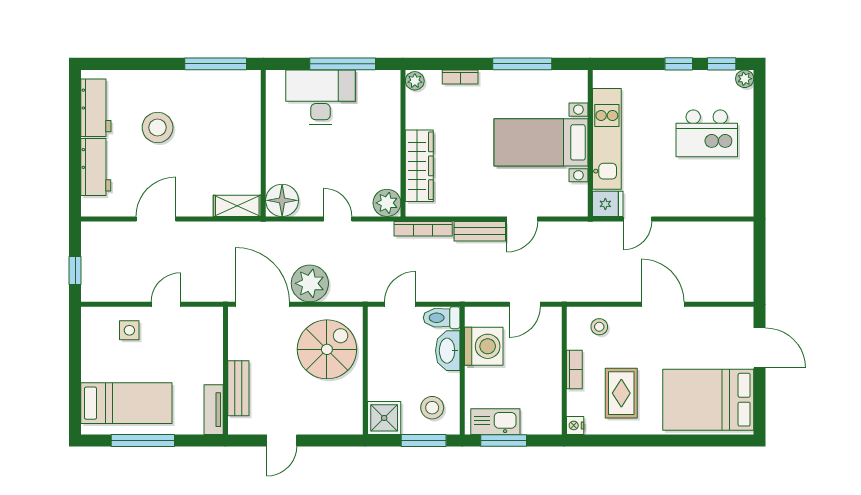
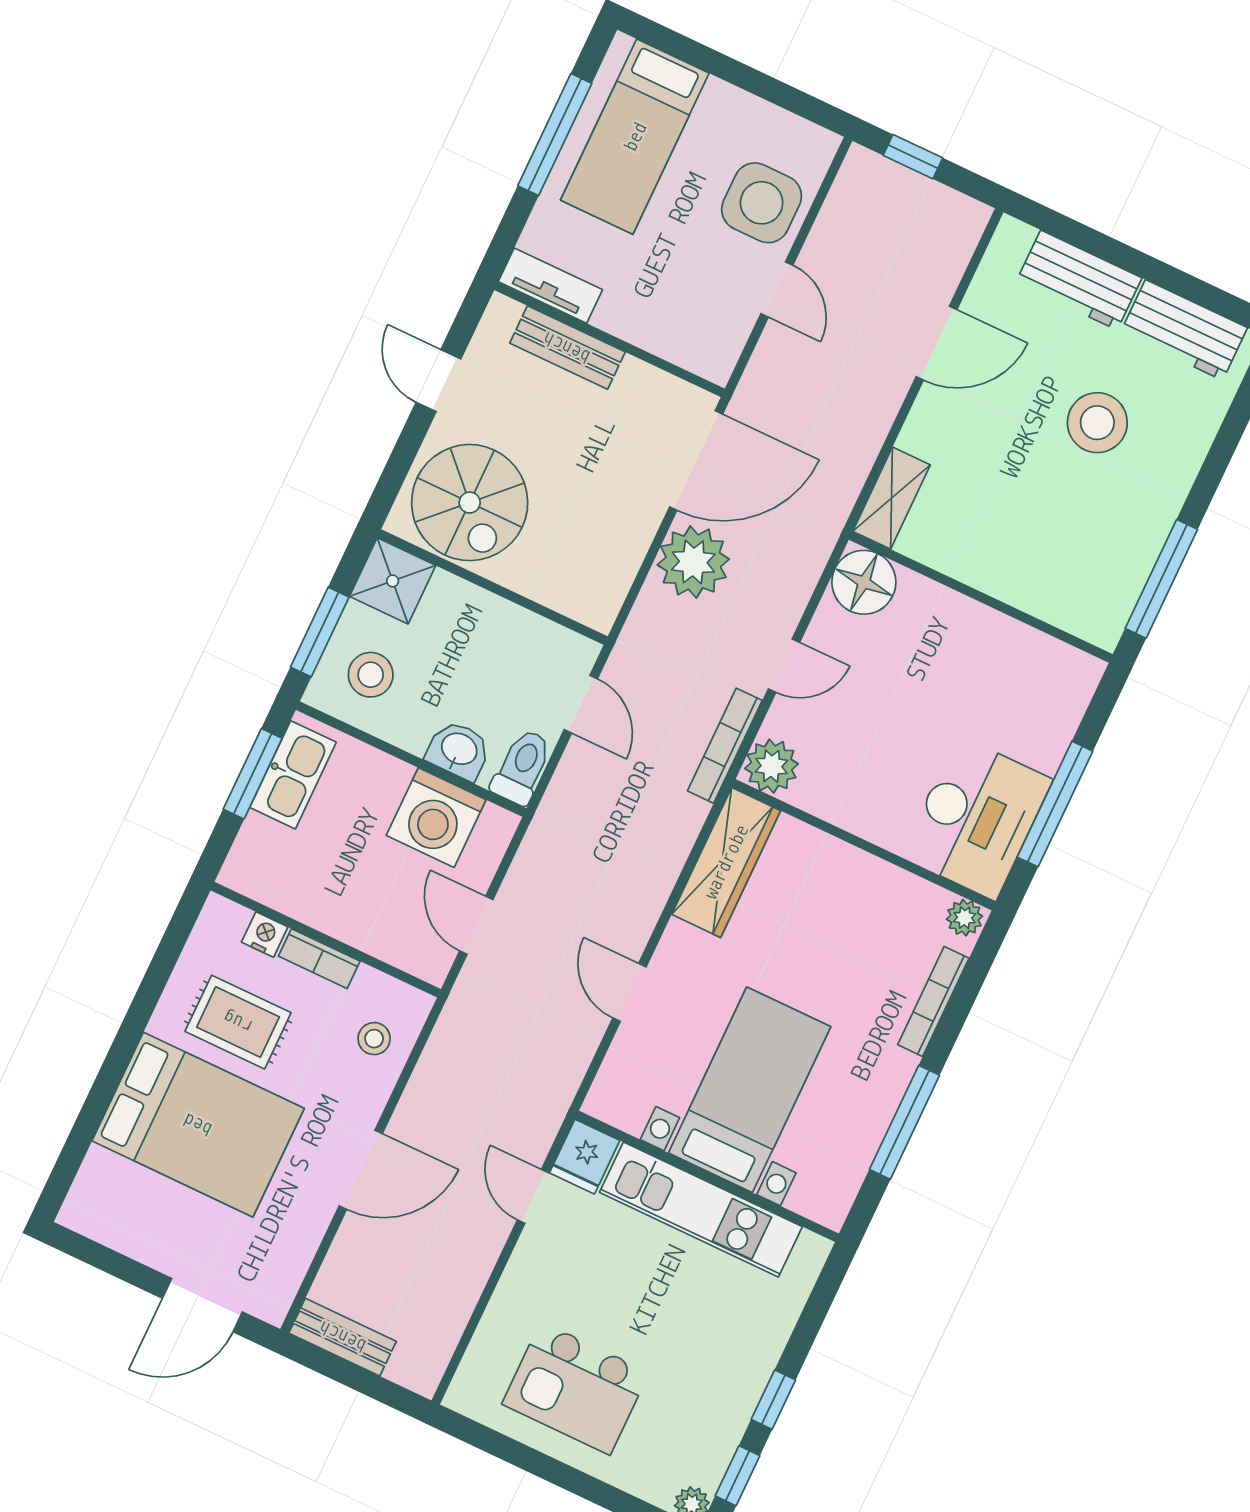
bookcase: (460, 77) -> (933, 1001), width x1.56
desk: (320, 97) -> (977, 818), moved
kitchen island: (707, 133) -> (576, 1388), moved, turned -90
wardrobe: (419, 166) -> (726, 862), moved, turned -90
door: (156, 219) -> (936, 343), hinge flipped
bookcase: (423, 229) -> (725, 746), moved
bench: (480, 231) -> (343, 1337), moved, turned 90
side table: (129, 330) -> (762, 203), width x1.87, depth x1.87
spiral stairs: (327, 349) -> (470, 503), moved
washbasin: (448, 351) -> (459, 750), width x0.72
bed: (708, 400) -> (198, 1125), moved, turned 90
nightstand: (575, 425) -> (265, 935), moved

